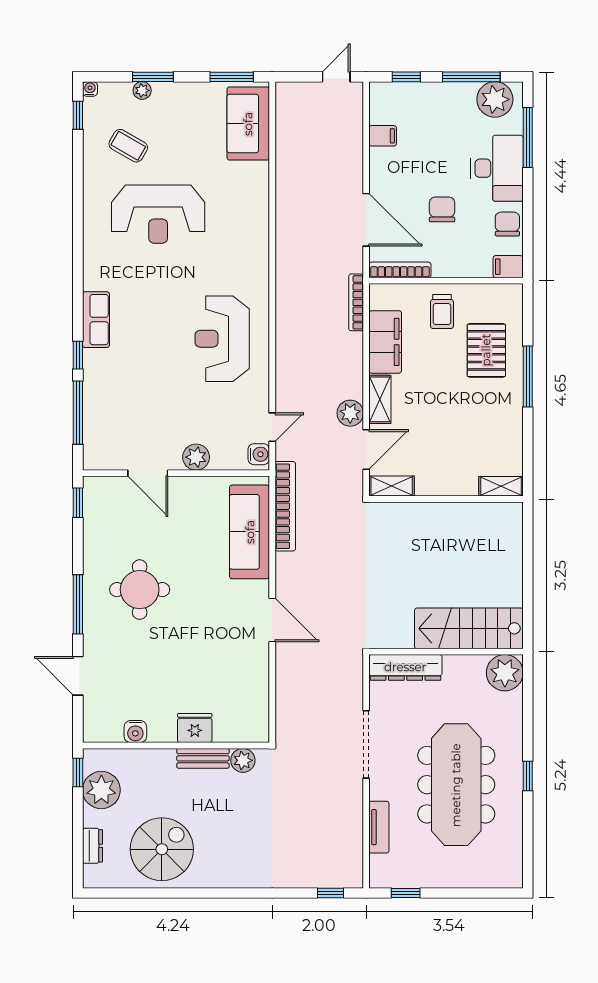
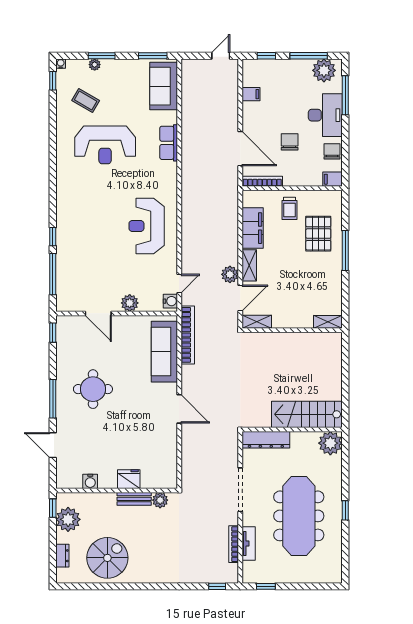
bookcase: (356, 302) -> (234, 544), moved
row of seats: (96, 320) -> (169, 143), moved, turned 180

